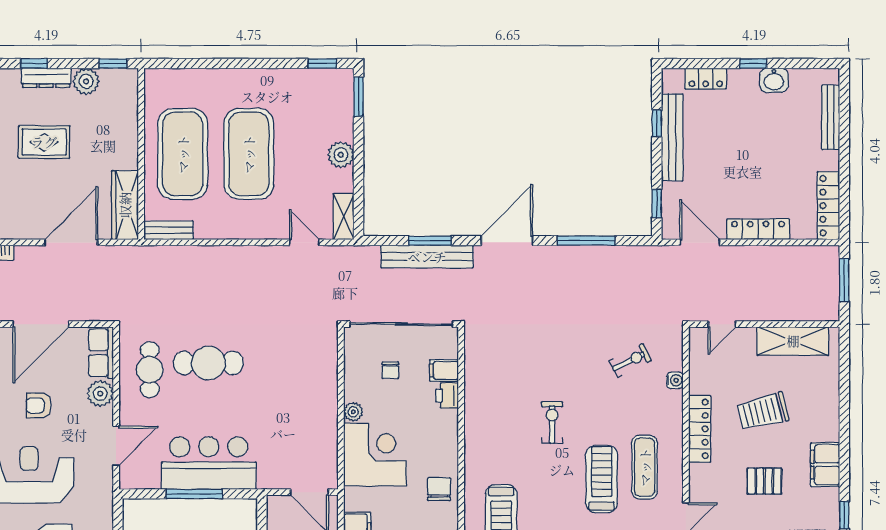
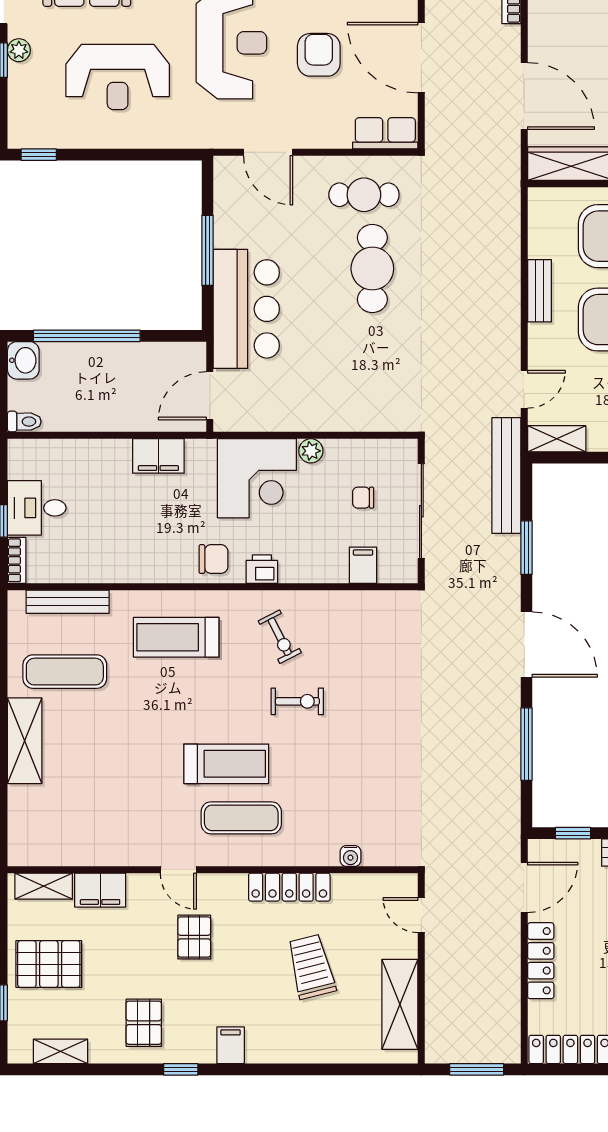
bench: (168, 230) -> (539, 291), moved
bench: (427, 257) -> (506, 475), moved
sliding door: (401, 324) -> (421, 511), width x0.73
exercise bike: (630, 361) -> (280, 637), moved
plant: (100, 394) -> (334, 132), removed
printer: (447, 396) -> (262, 569), moved
armchair: (39, 405) -> (319, 55), width x1.38, depth x1.38
bar counter: (209, 463) -> (246, 309), moved
filing cabinet: (825, 465) -> (231, 1045), width x0.50
pallet: (764, 481) -> (194, 937), moved

